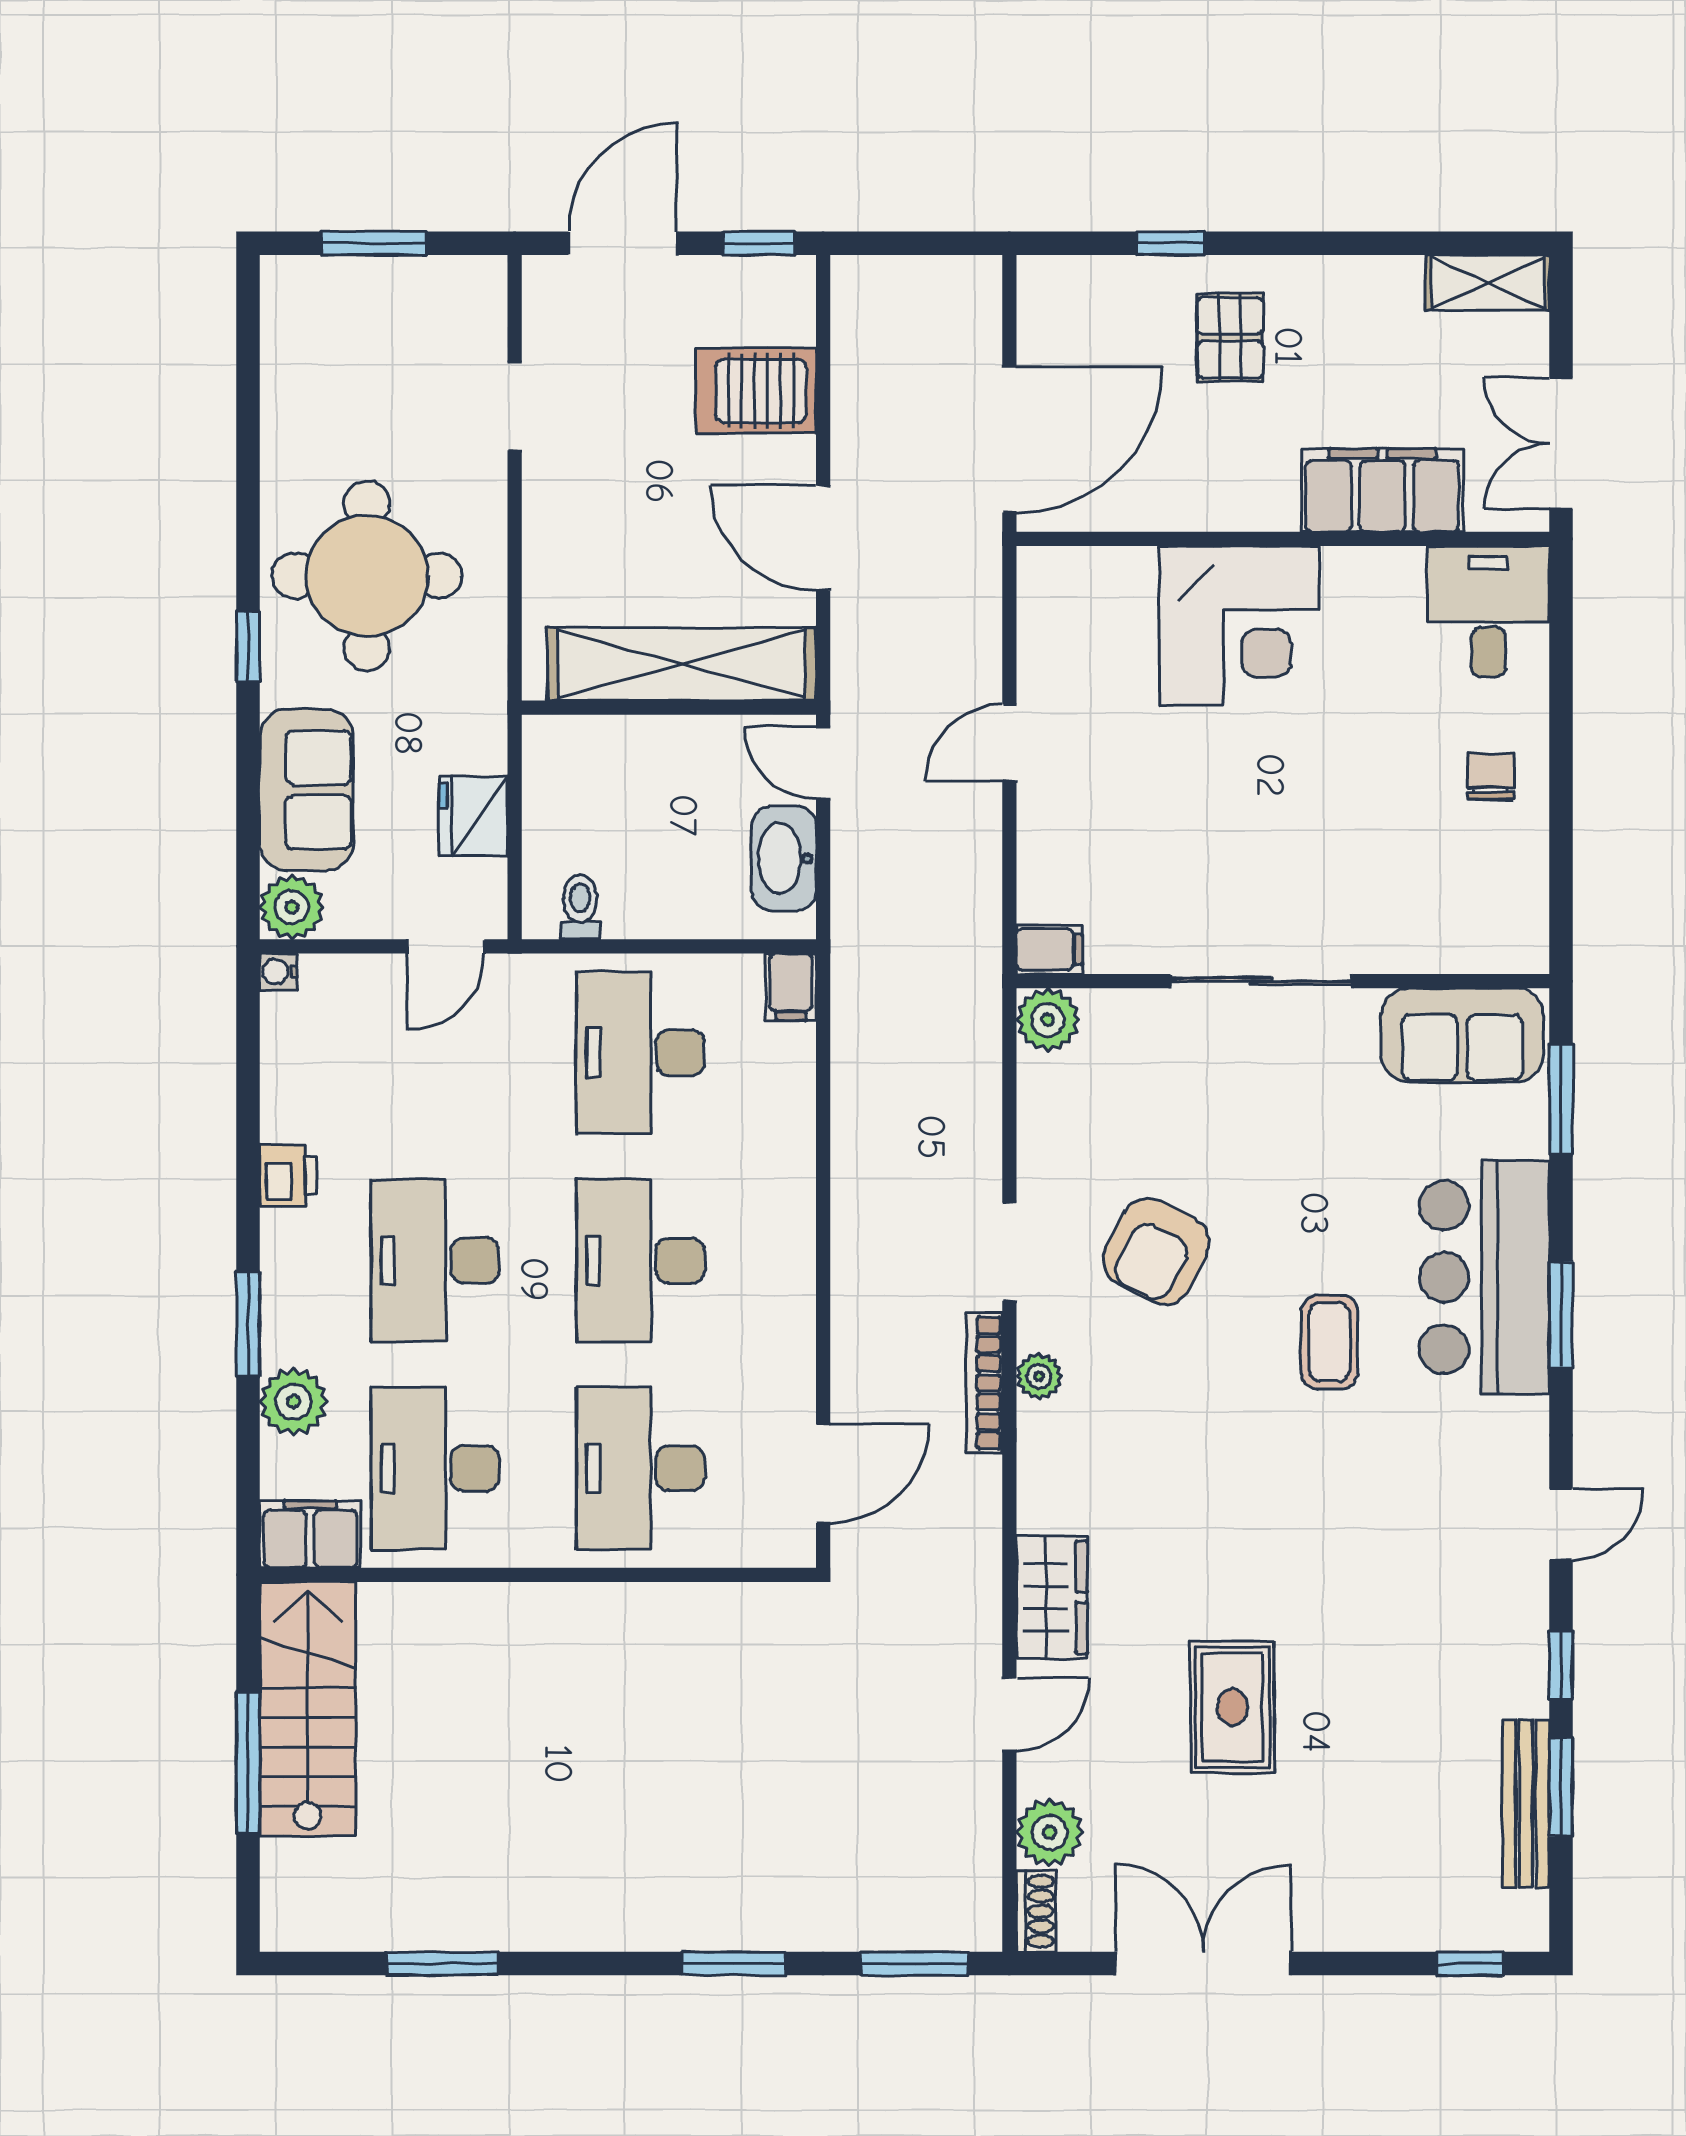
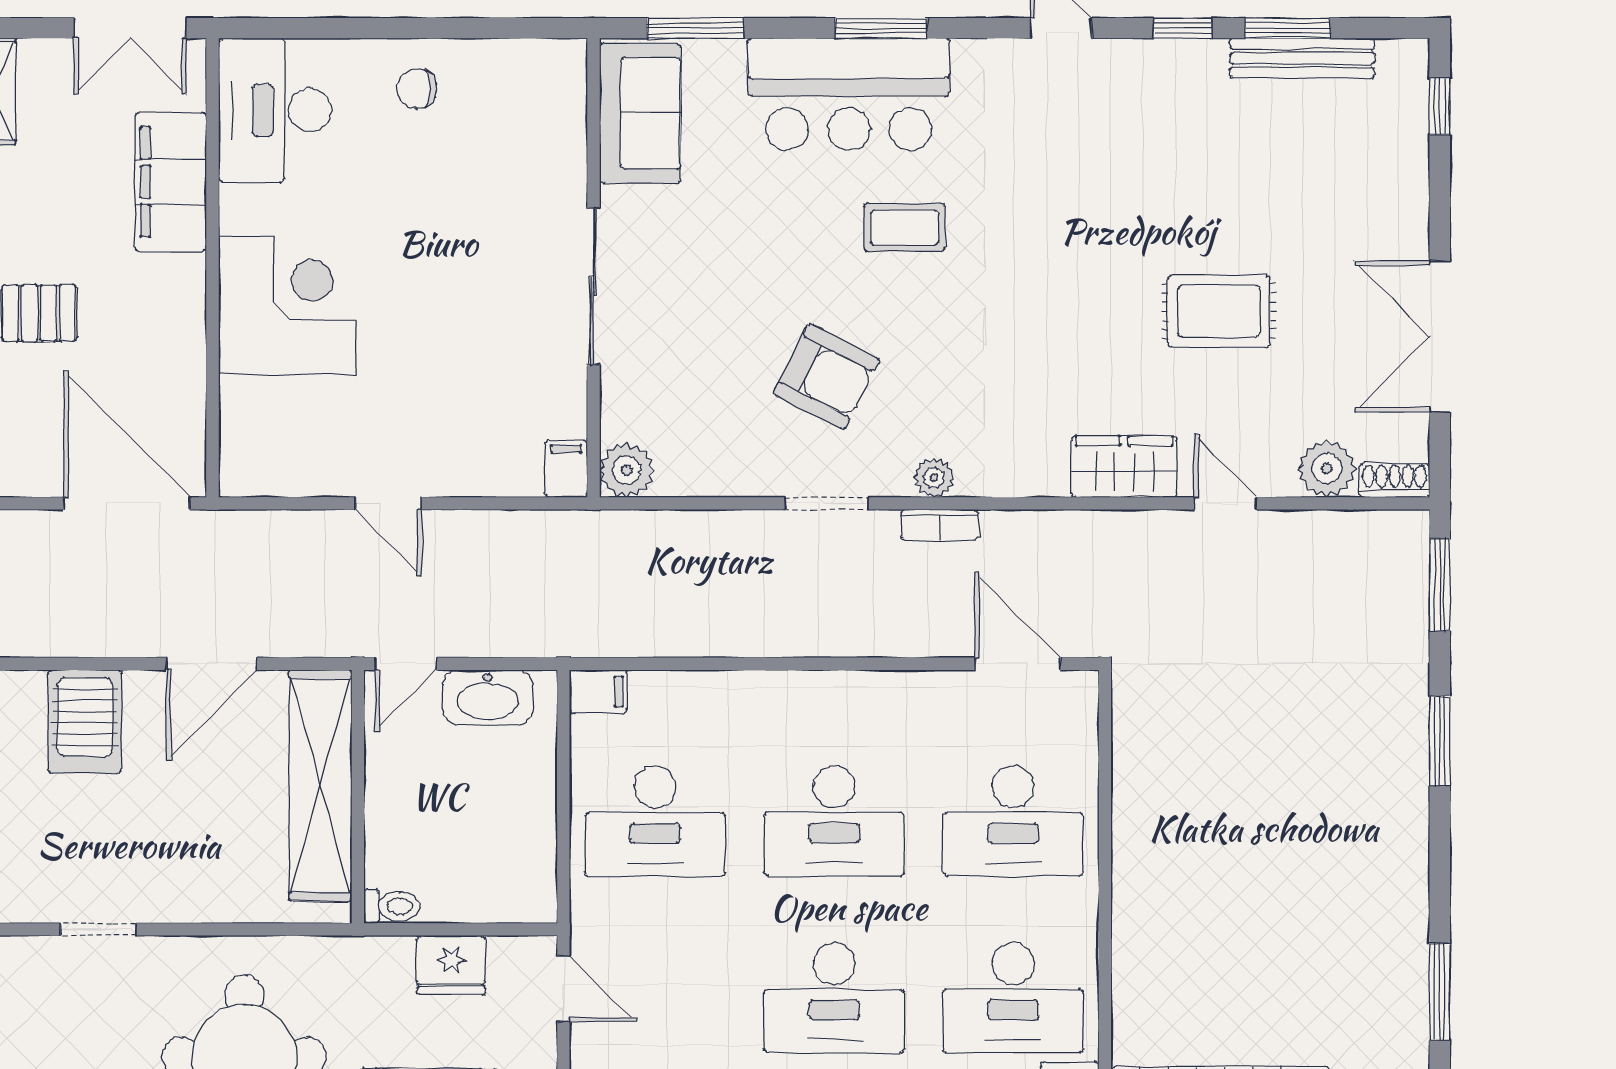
desk: (1488, 612) -> (275, 110), width x1.37
toilet: (580, 907) -> (392, 906), moved, turned 180
bookcase: (984, 1383) -> (939, 525), width x0.64

